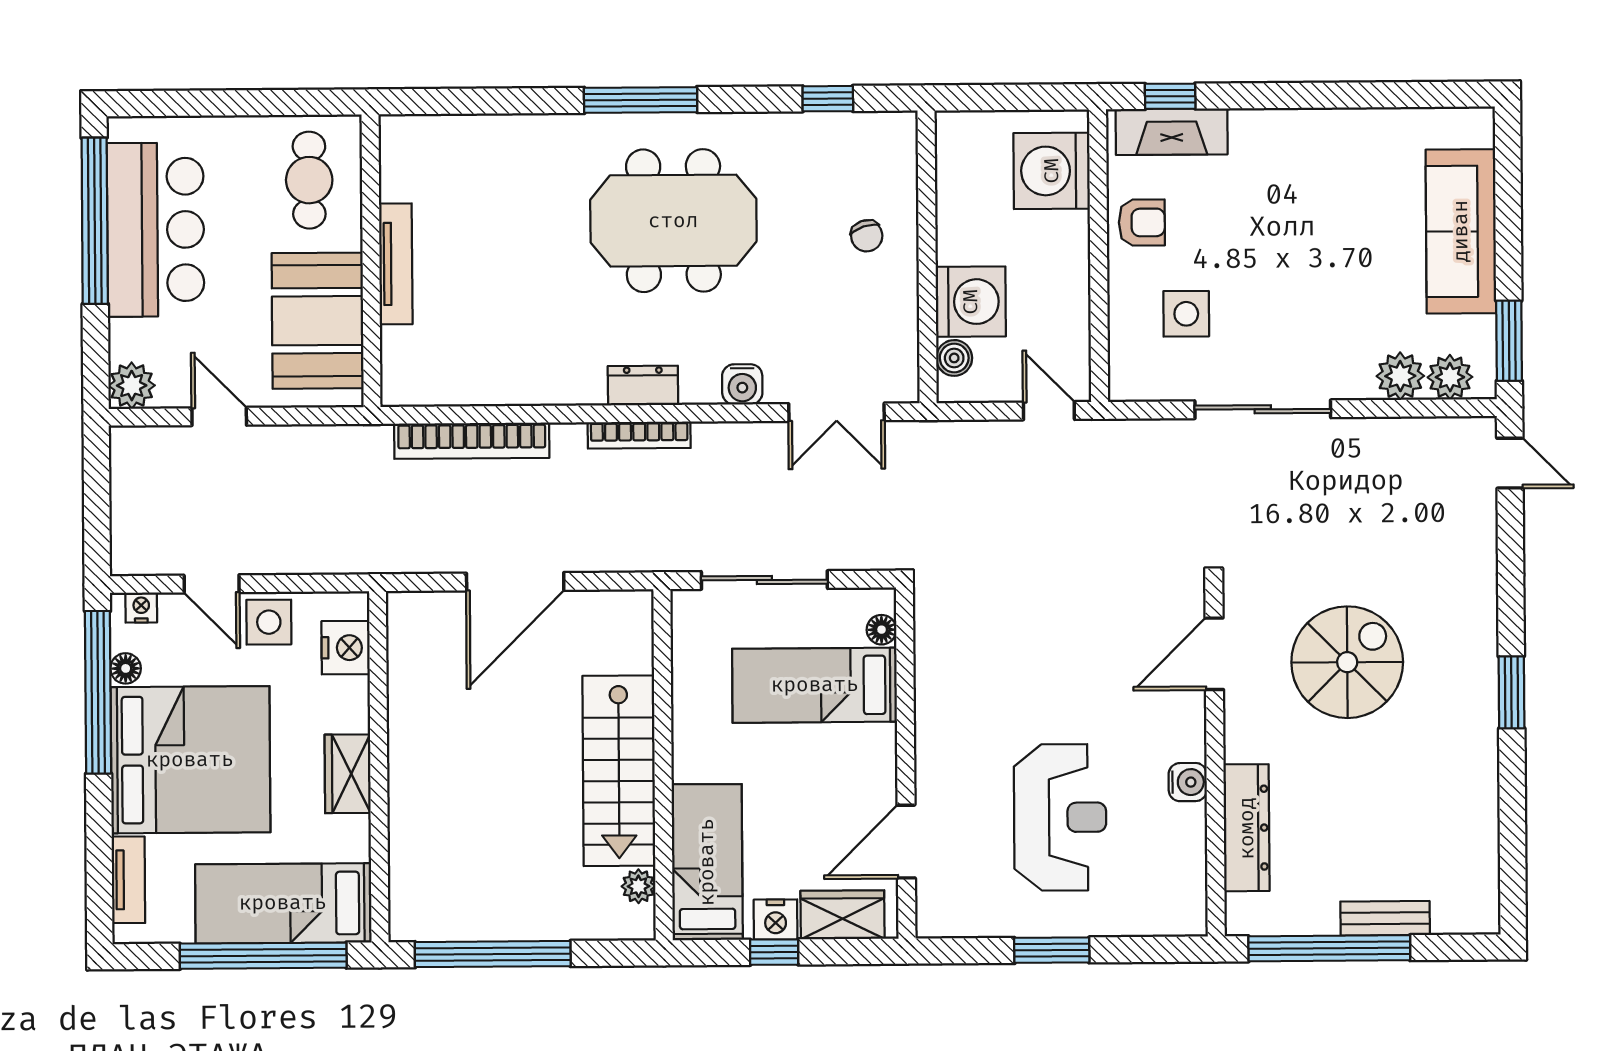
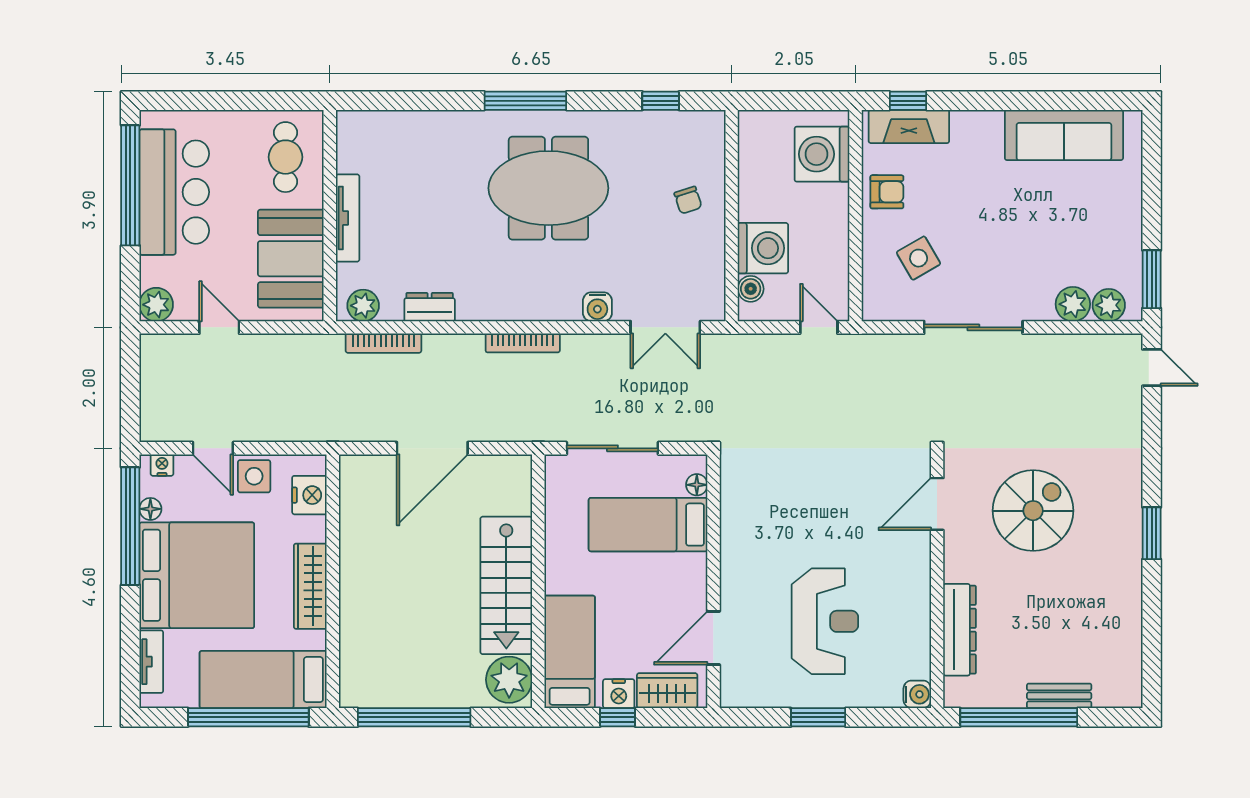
sofa: (1461, 231) -> (1064, 135), moved, turned -90
side table: (1186, 314) -> (919, 258), turned -30
plant: (418, 385) -> (363, 306), added
dresser: (643, 386) -> (430, 307), moved
bookcase: (472, 441) -> (383, 343), width x0.68, depth x0.76
wardrobe: (348, 774) -> (310, 586), width x1.50
water cooler: (1188, 782) -> (917, 694), moved
plant: (638, 886) -> (509, 680), width x1.88, depth x1.88

